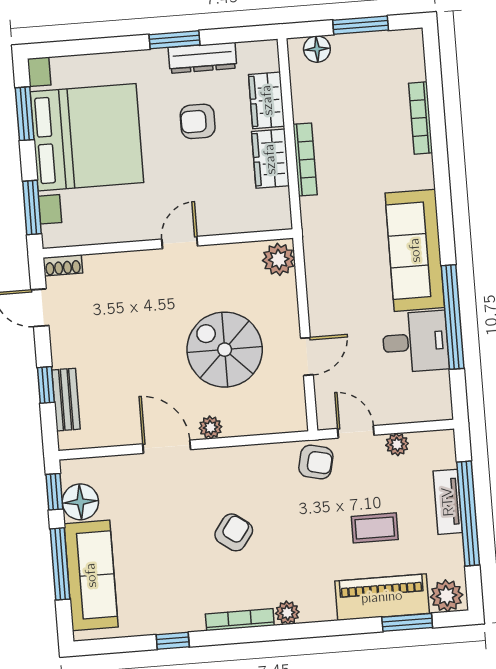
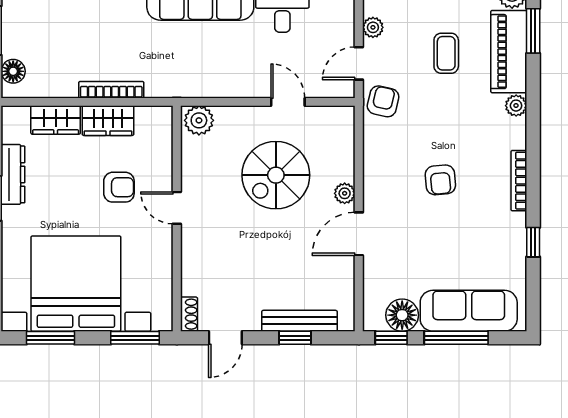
armchair: (198, 121) -> (119, 187), moved, turned -90
bench: (66, 400) -> (299, 321), width x1.36
armchair: (234, 532) -> (440, 180), turned -131
plant: (287, 613) -> (516, 106), moved

